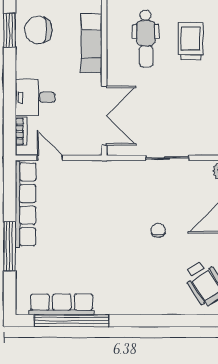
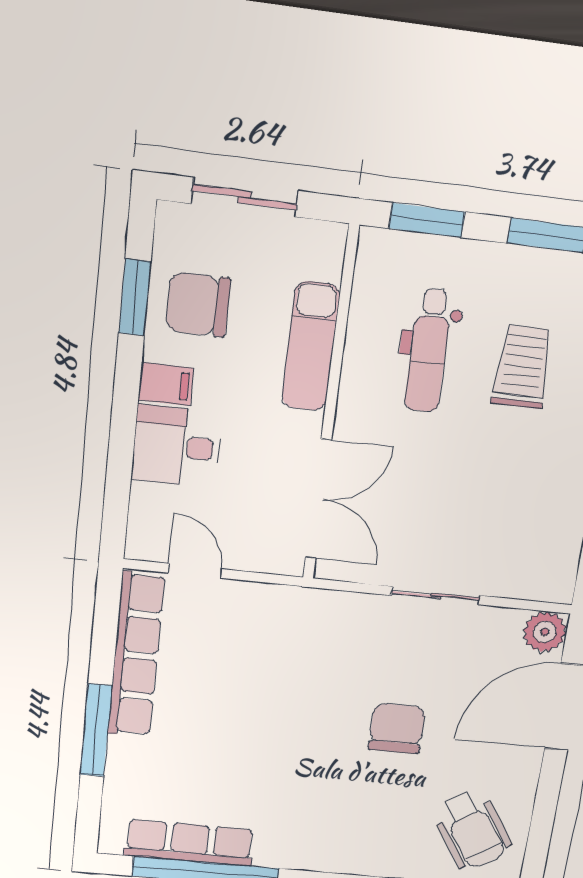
filing cabinet: (27, 68) -> (166, 384), added
bookcase: (21, 131) -> (140, 512), removed
chair: (158, 230) -> (397, 728), width x1.87, depth x1.87

